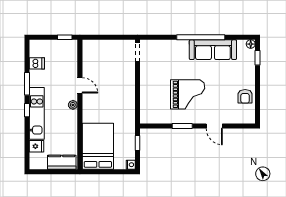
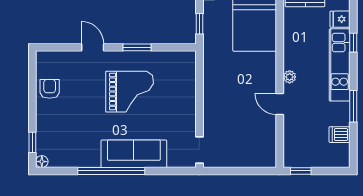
sofa: (213, 50) -> (134, 154), moved
grand piano: (188, 94) -> (130, 92), turned 180
window: (27, 110) -> (353, 43), moved

